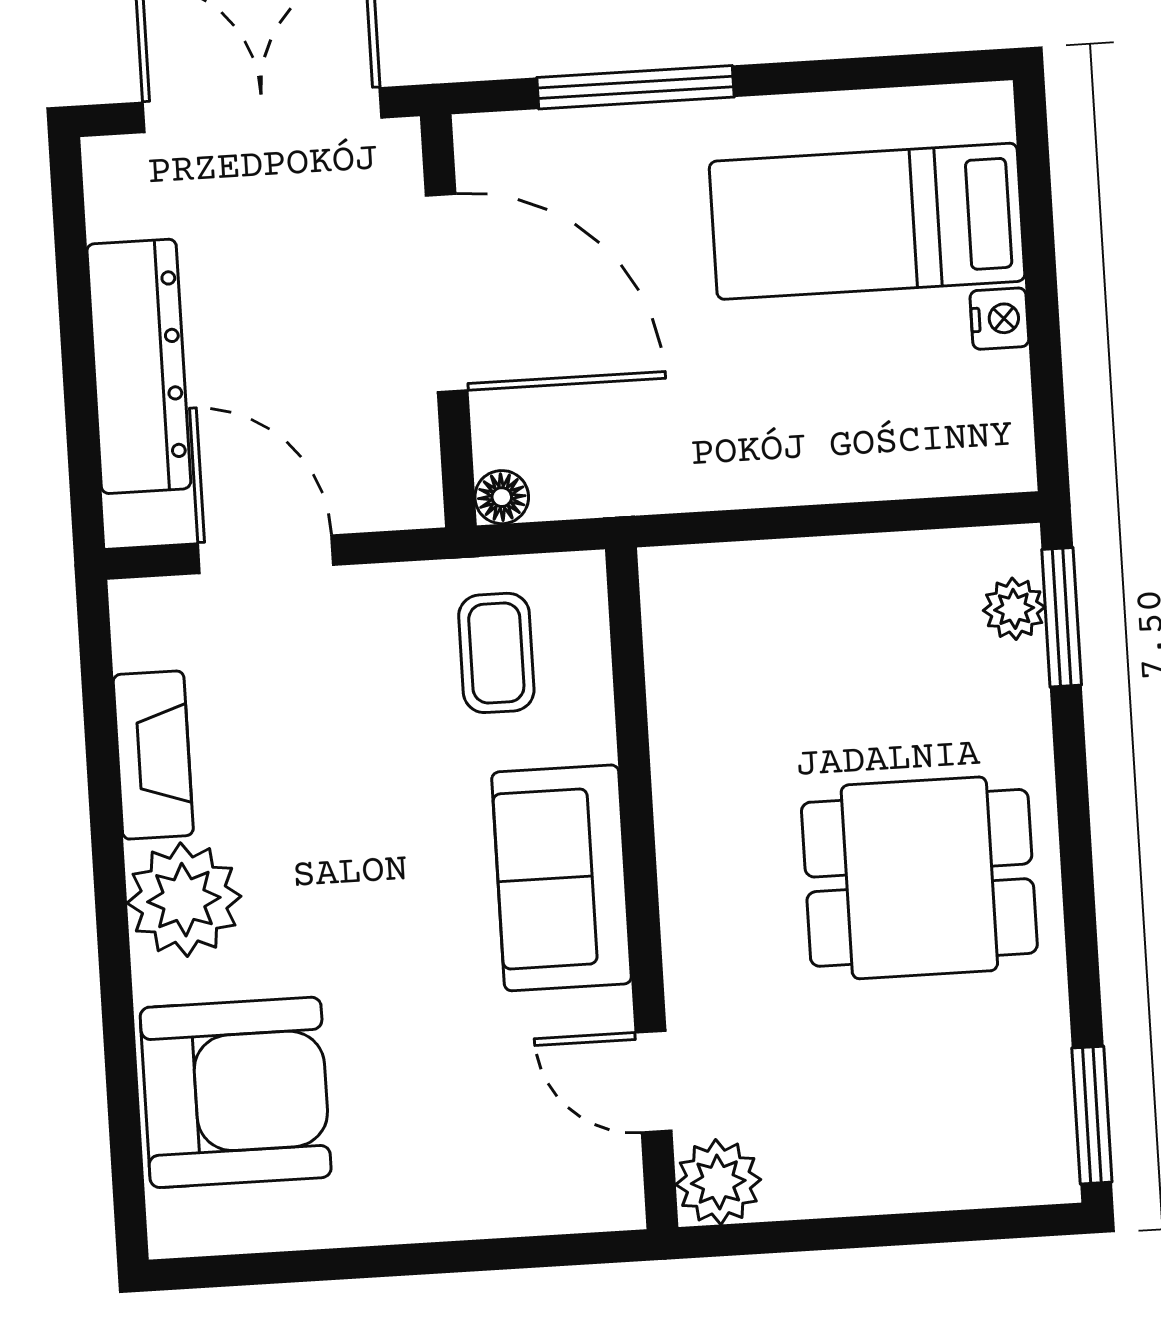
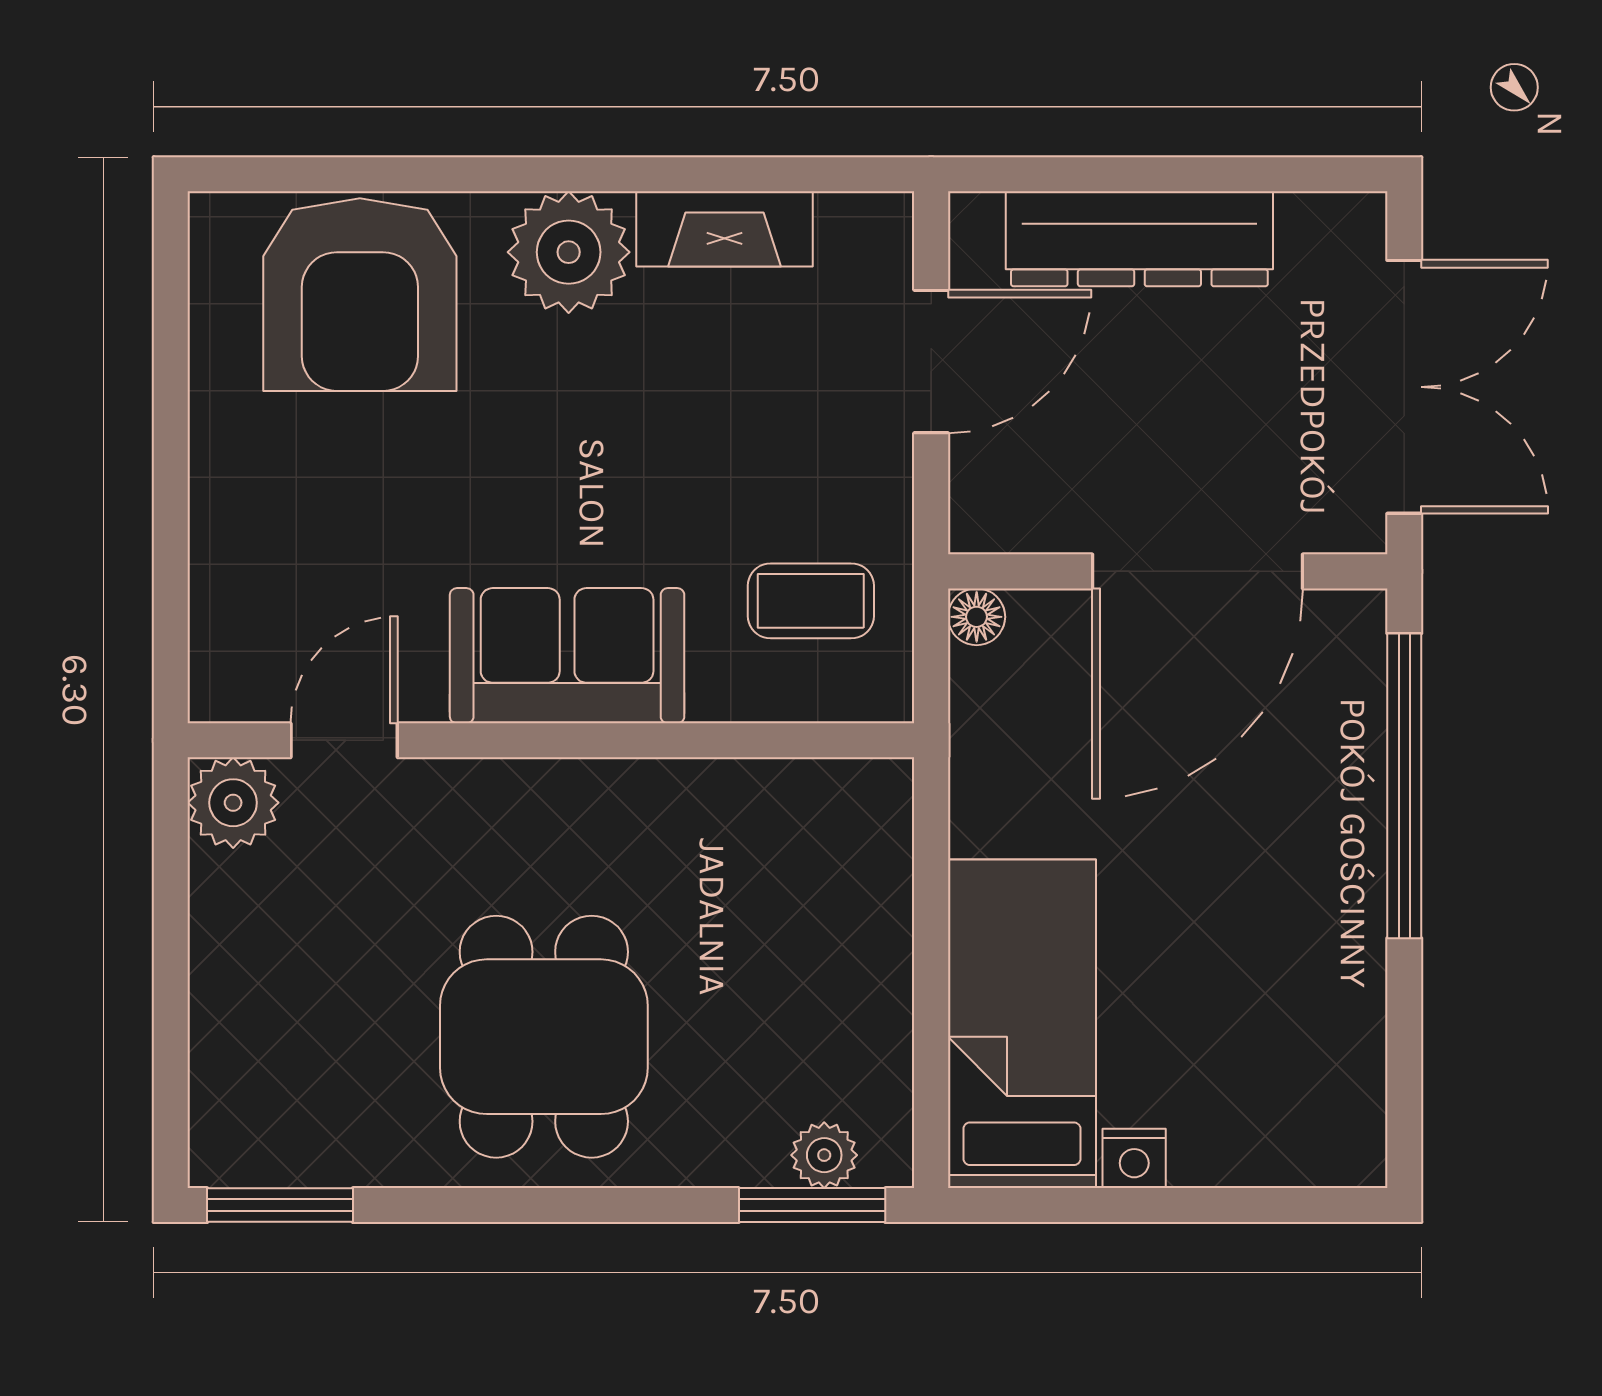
window: (635, 87) -> (1404, 786), width x1.46
bed: (867, 221) -> (1022, 1024), moved

